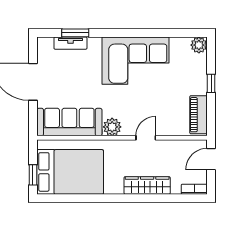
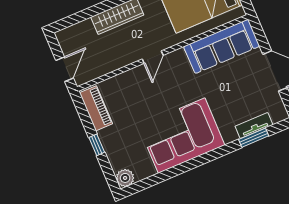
plant: (112, 127) -> (177, 60), removed
door: (146, 138) -> (153, 57), moved
bookcase: (194, 189) -> (69, 32), removed

